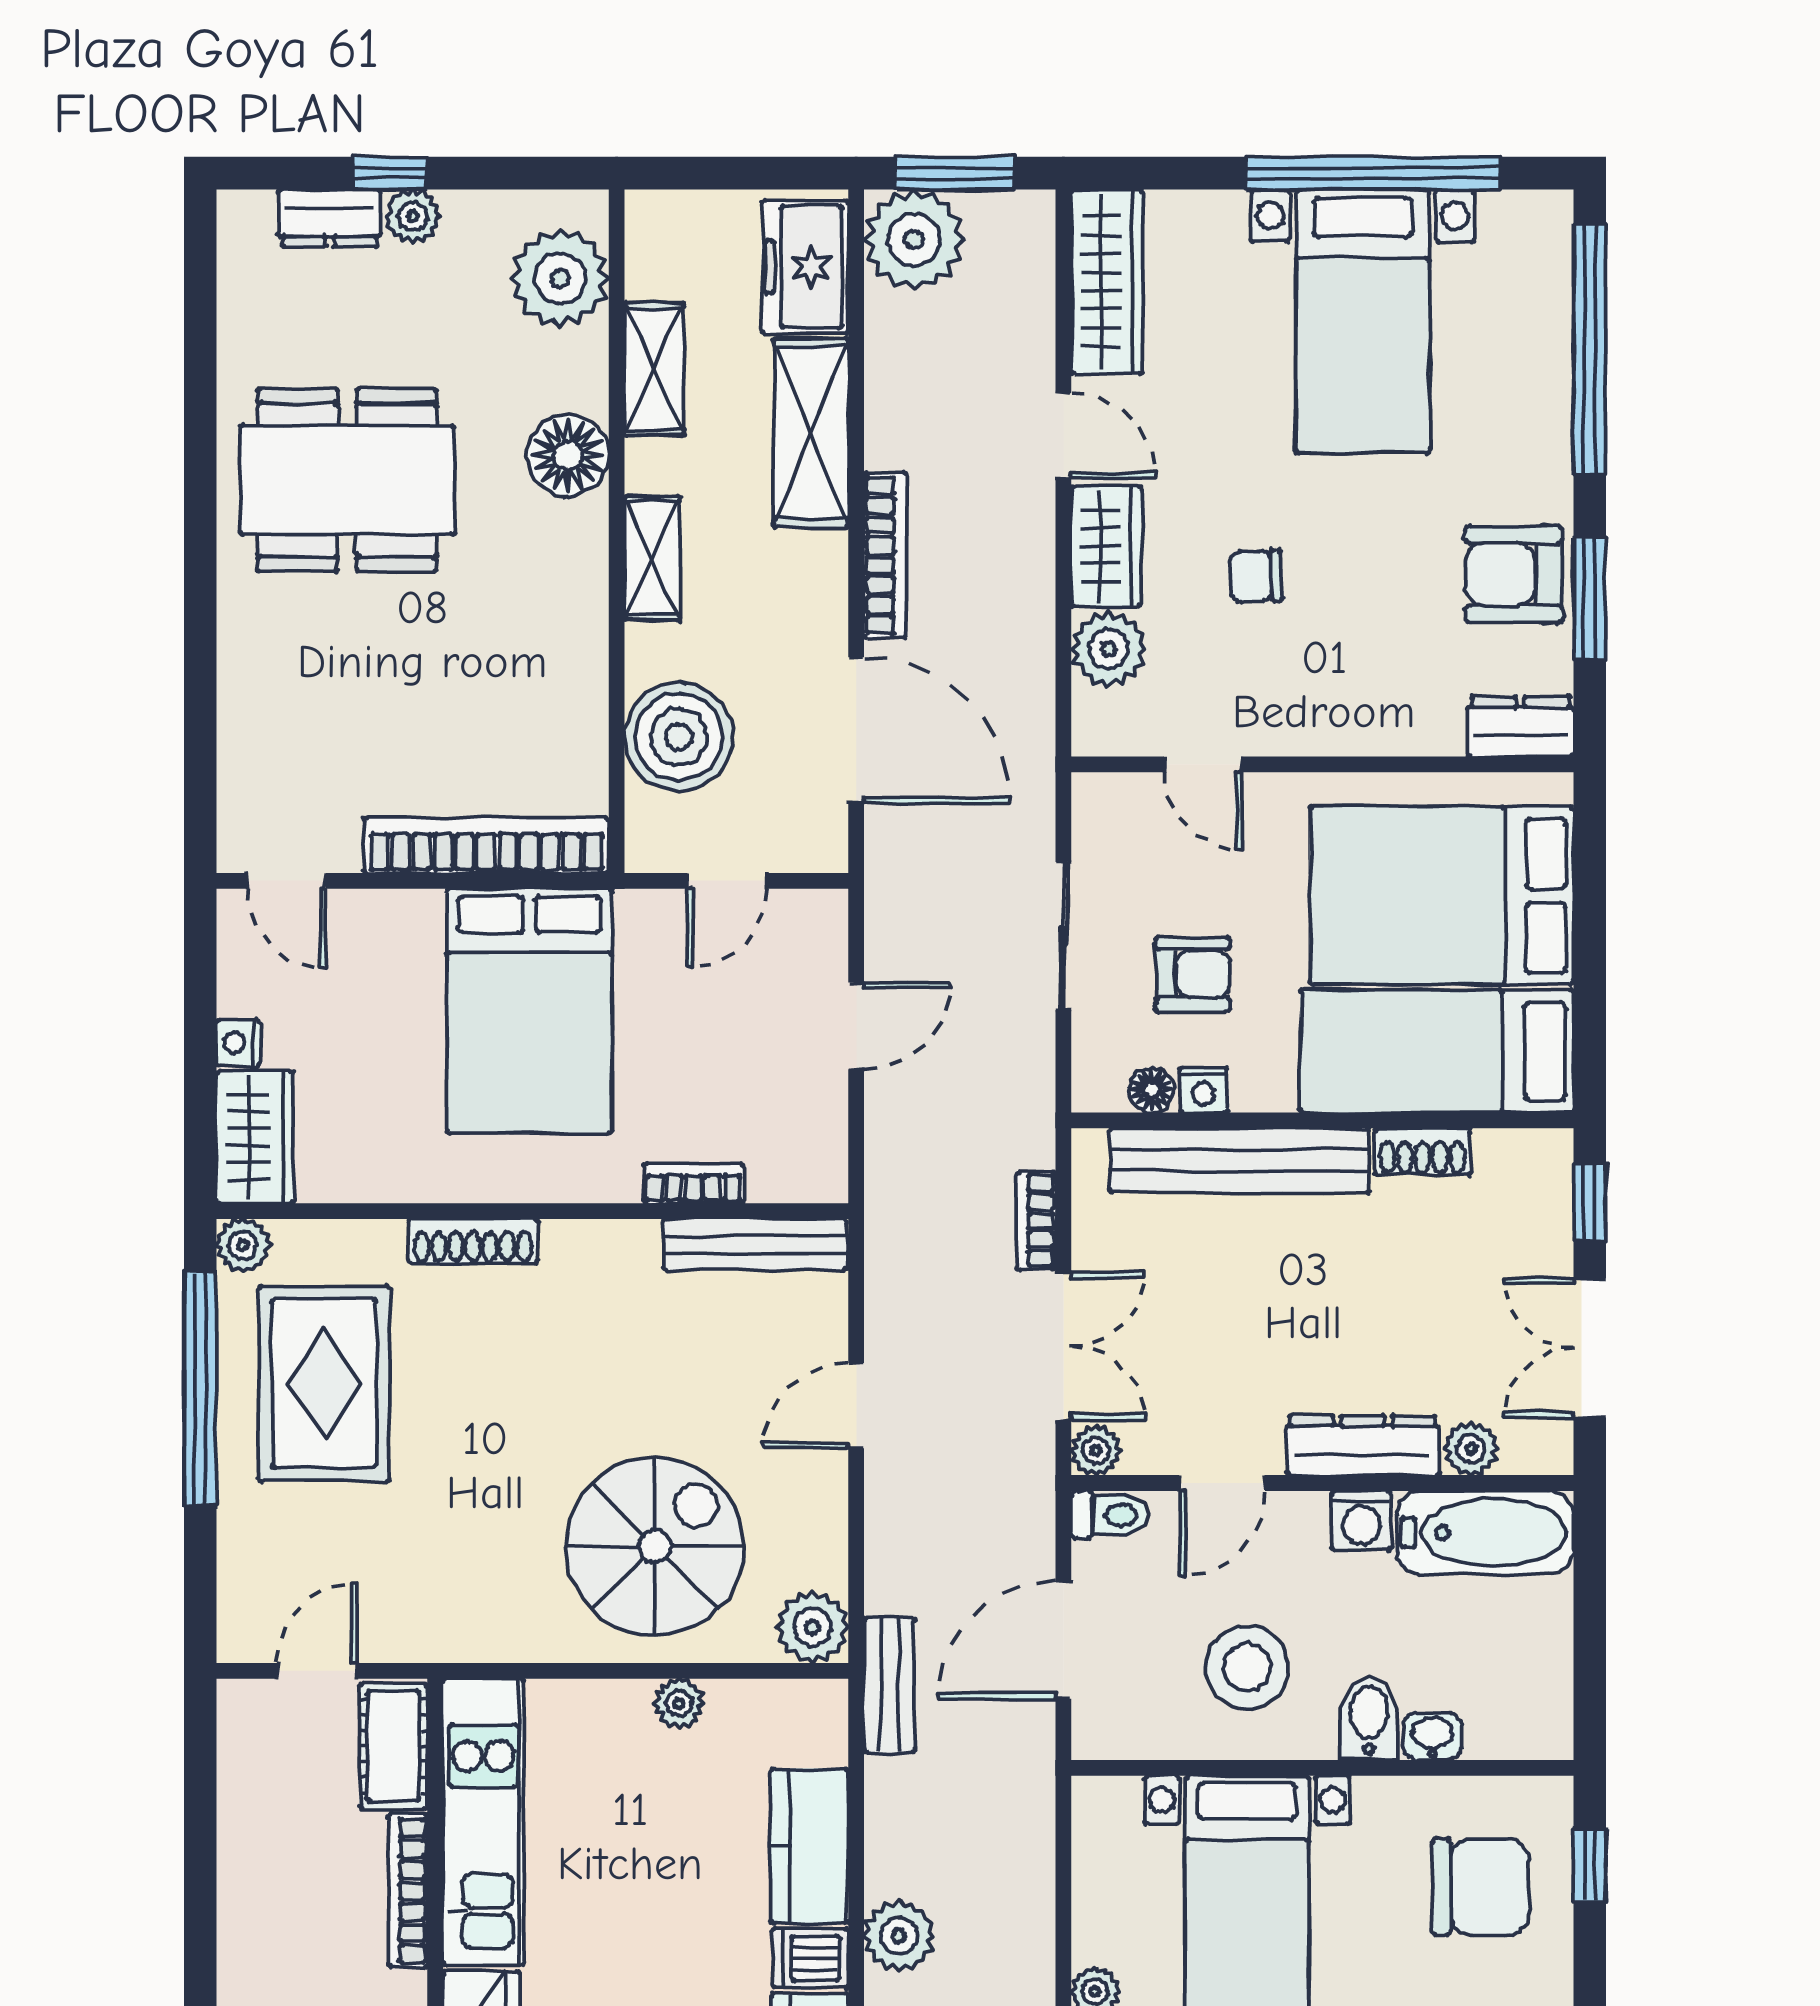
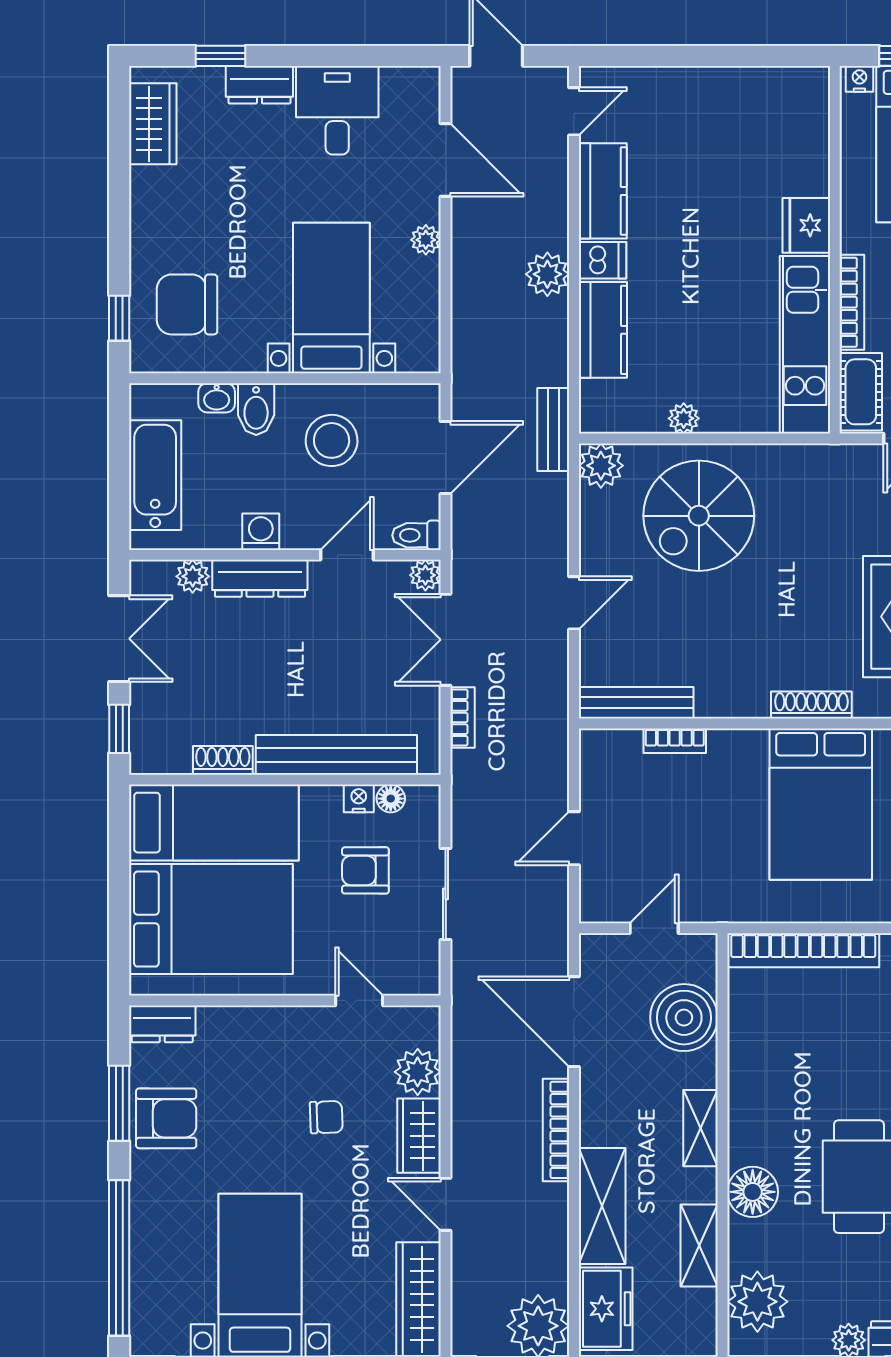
bed: (529, 1011) -> (821, 804), moved, turned 180
bathtub: (1485, 1533) -> (155, 475), moved, turned 90

